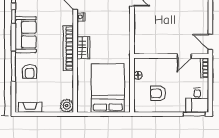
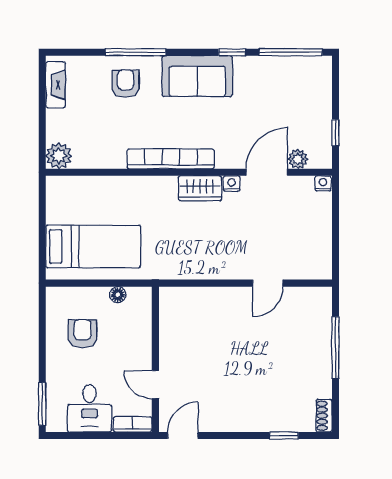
wardrobe: (83, 48) -> (200, 188), moved
armchair: (30, 71) -> (126, 84), turned 90
bed: (108, 88) -> (93, 247), width x0.67
desk: (197, 100) -> (90, 408), moved, turned -90

